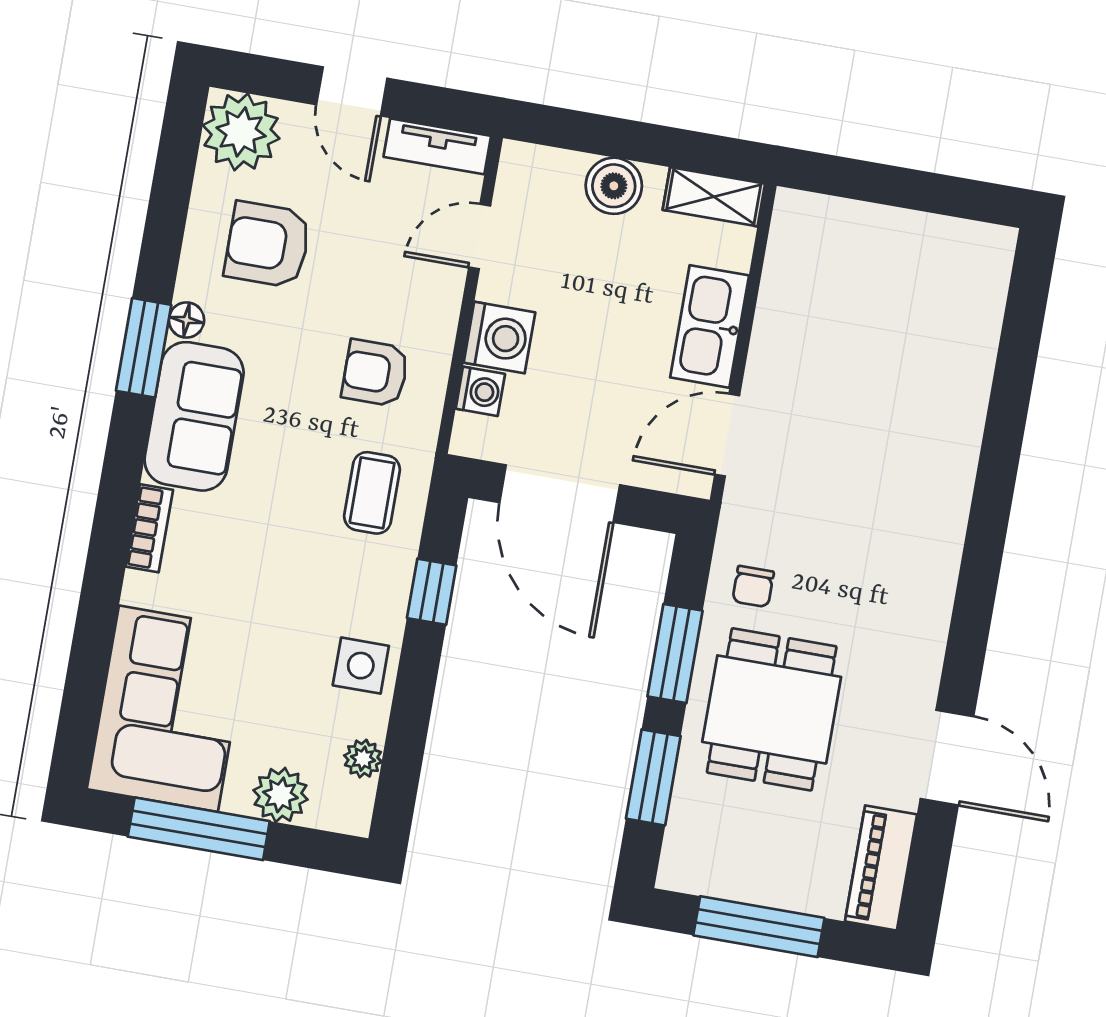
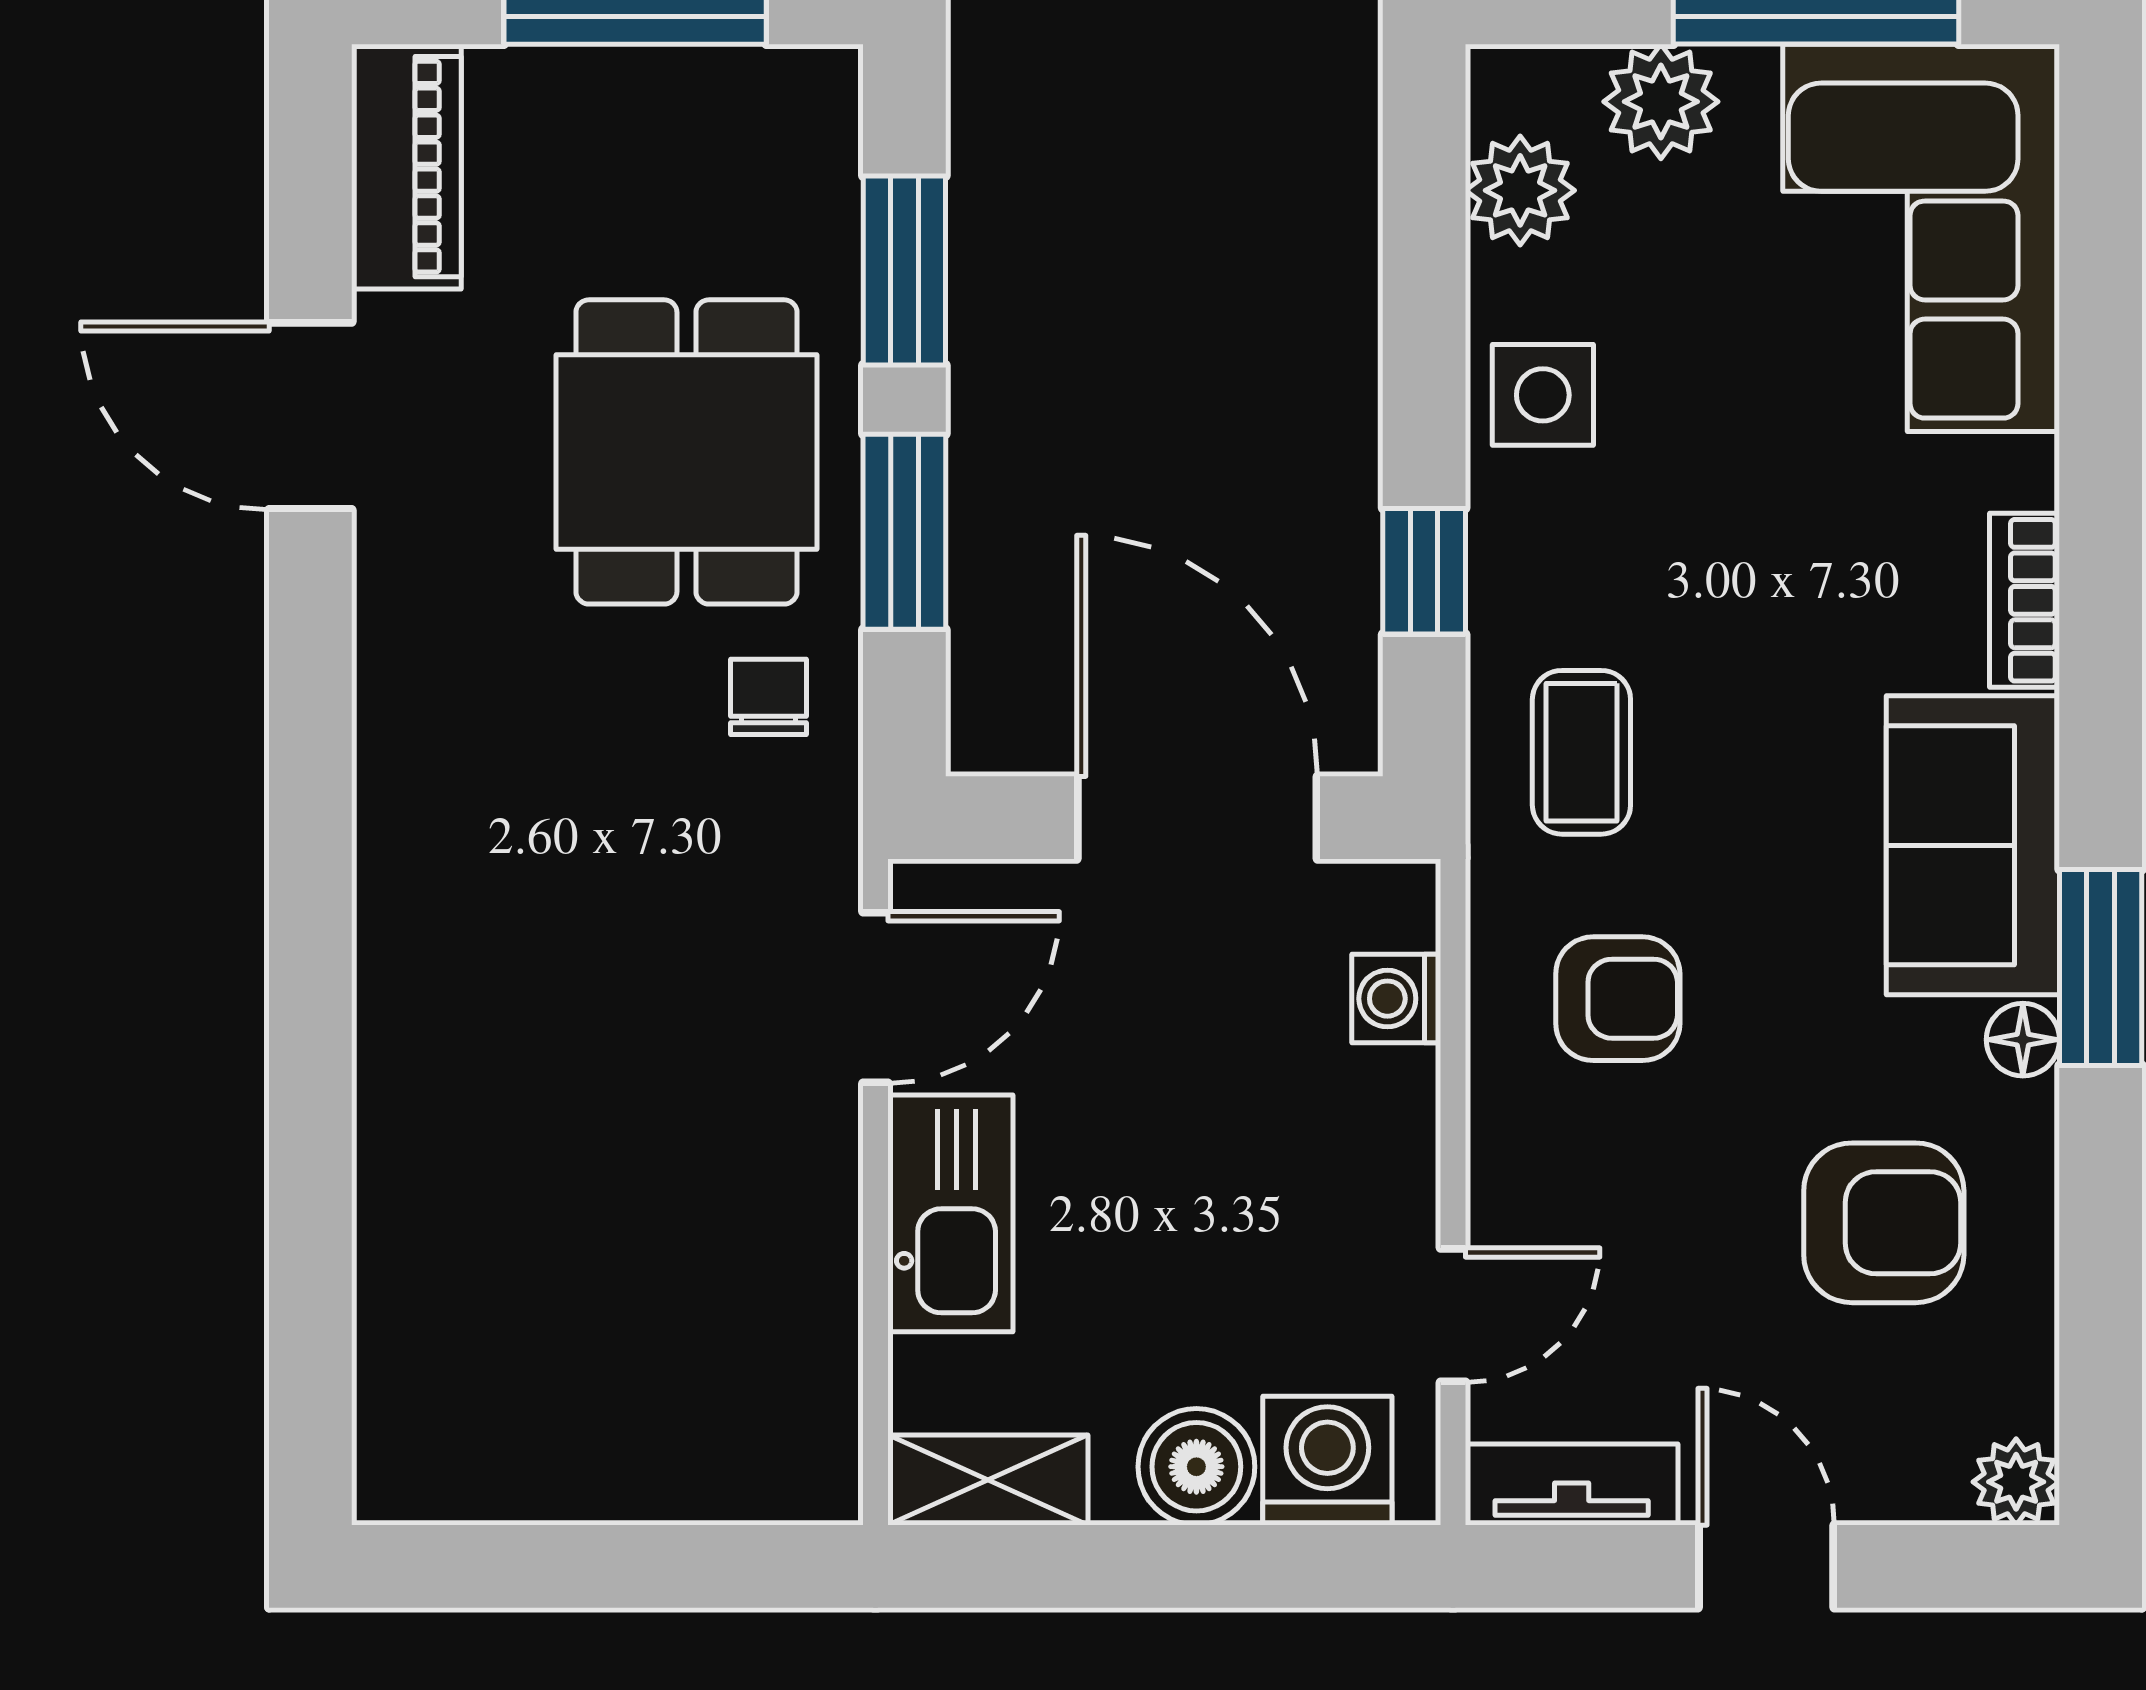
plant: (241, 132) -> (2016, 1482), width x0.53, depth x0.53
washing machine: (499, 337) -> (1327, 1461), moved, turned 90
plant: (363, 759) -> (1520, 190), width x1.38, depth x1.38

